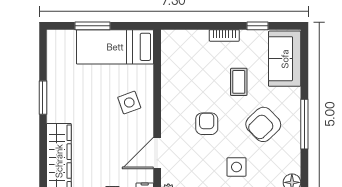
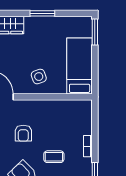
window: (92, 26) -> (95, 32), moved
armchair: (207, 124) -> (23, 133), turned 90

